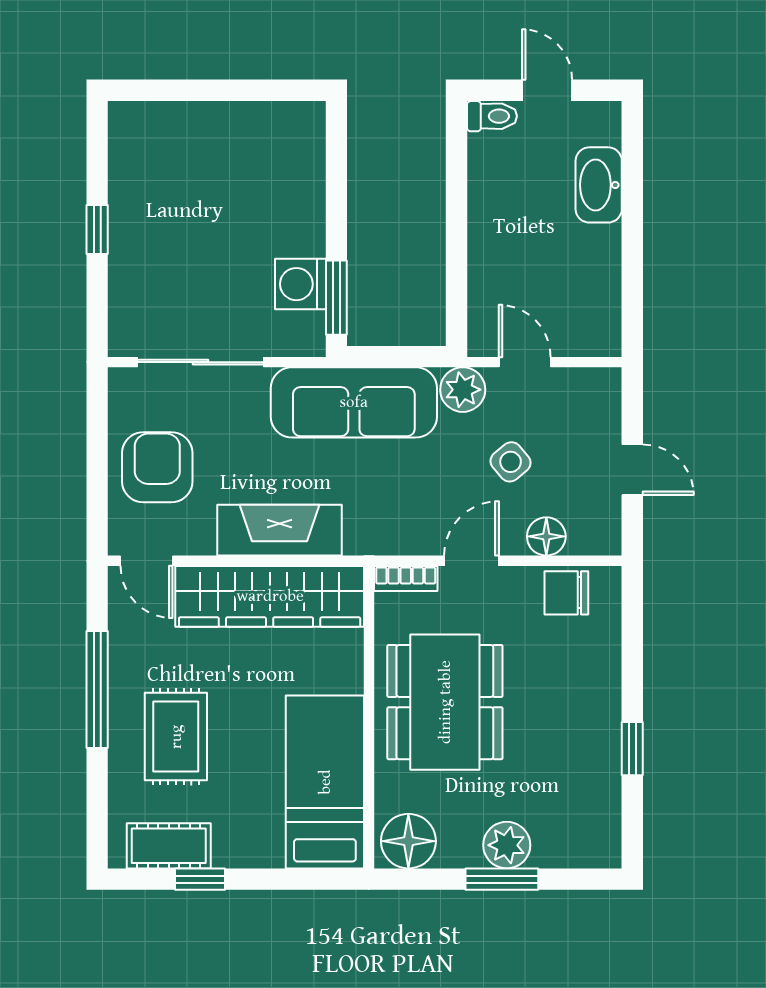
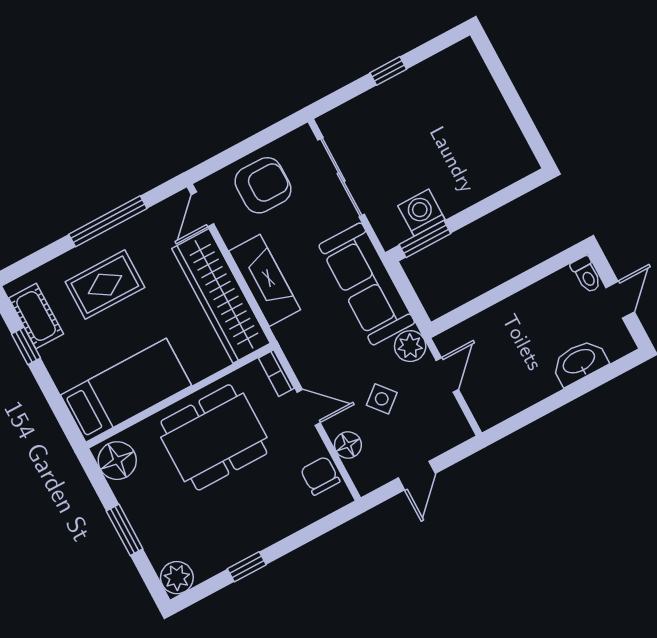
plant: (507, 845) -> (177, 578), moved

